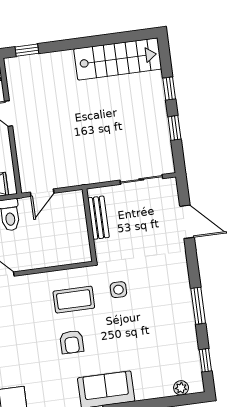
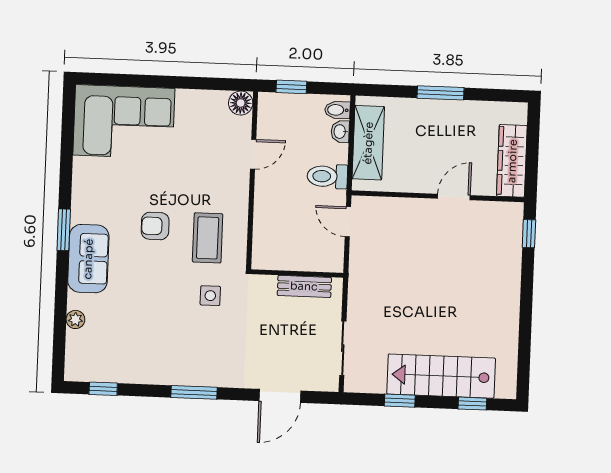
stairs: (118, 59) -> (441, 376), moved, turned 90
window: (169, 89) -> (472, 404), moved
window: (198, 306) -> (194, 392), moved
plant: (181, 388) -> (75, 319), moved

